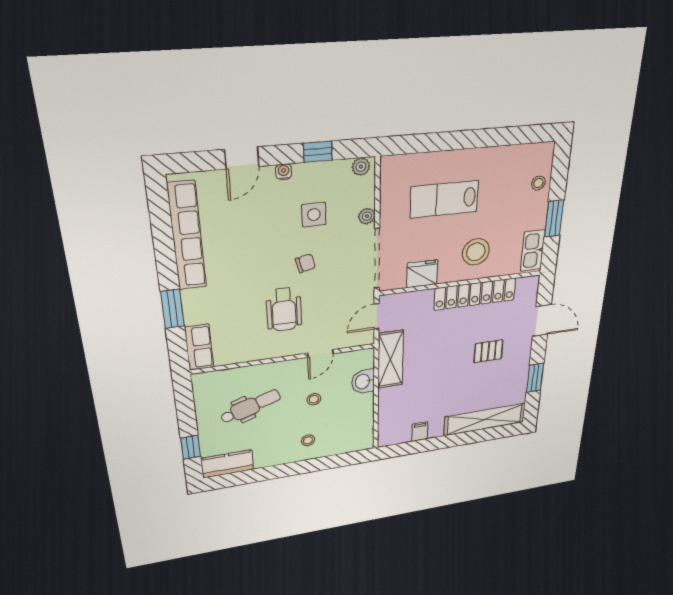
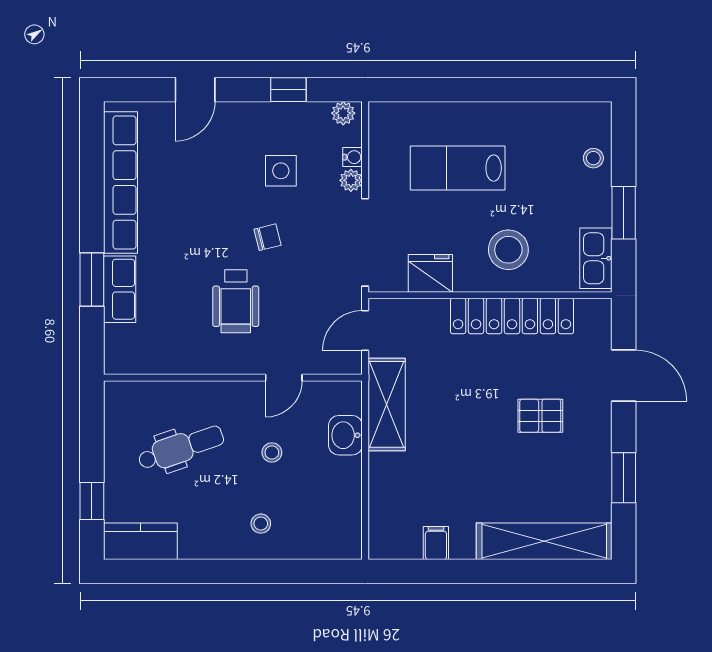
water cooler: (284, 172) -> (353, 157), moved, turned 90
row of seats: (199, 347) -> (120, 289), moved

